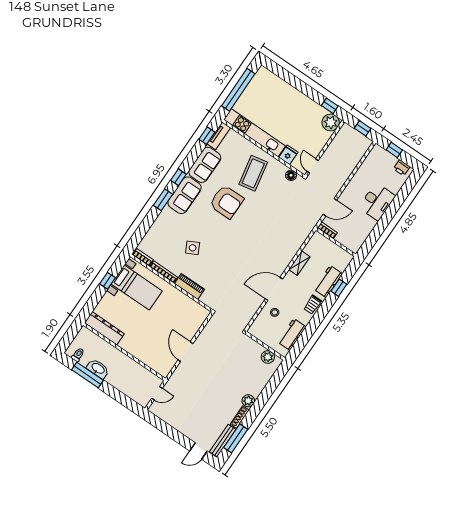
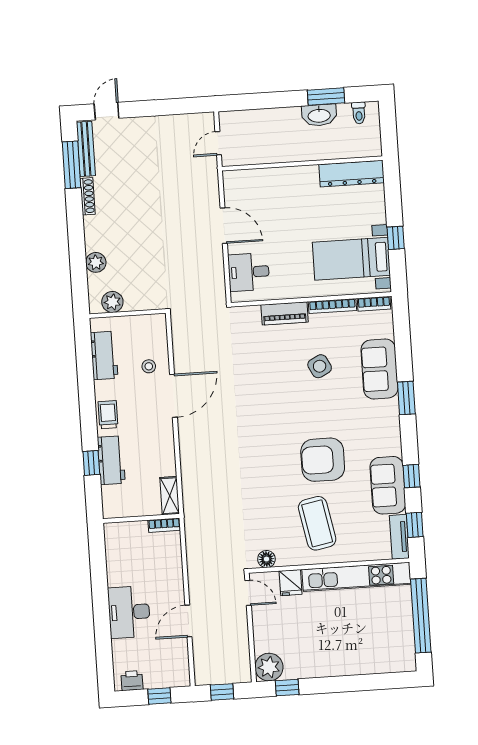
window: (178, 177) -> (411, 476), moved
sofa: (184, 195) -> (379, 369), moved
door: (330, 207) -> (188, 621), moved
shelving: (299, 263) -> (170, 496), moved
desk: (191, 320) -> (249, 272), added
window: (88, 375) -> (326, 96), width x0.69
plant: (248, 401) -> (96, 262), moved

